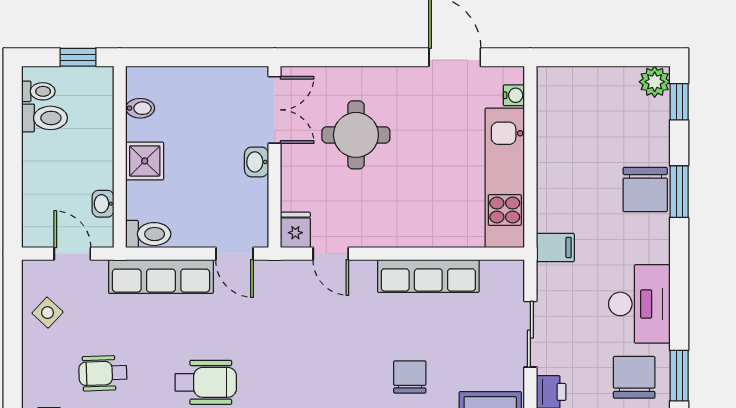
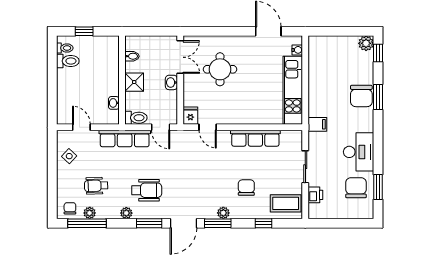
bidet: (140, 108) -> (132, 56), moved
wall: (120, 157) -> (122, 80), moved
shower: (145, 161) -> (134, 82), moved
washbasin: (103, 204) -> (114, 103), moved
toilet: (148, 234) -> (136, 118), moved

